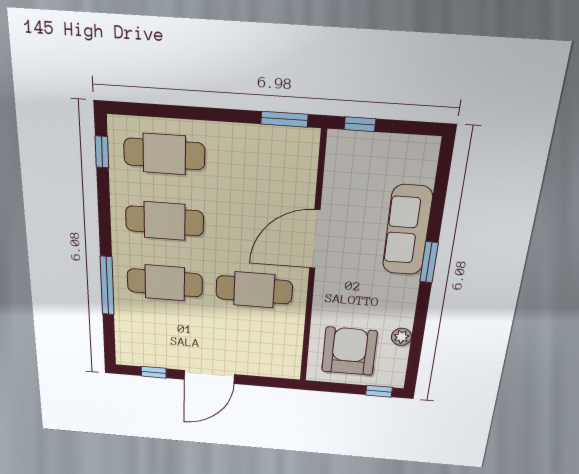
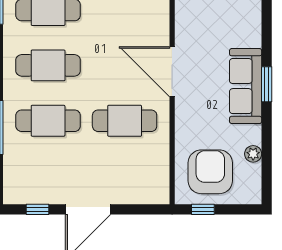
sofa: (407, 230) -> (246, 86), moved
door: (315, 239) -> (172, 72), hinge flipped
window: (379, 391) -> (203, 209), moved

